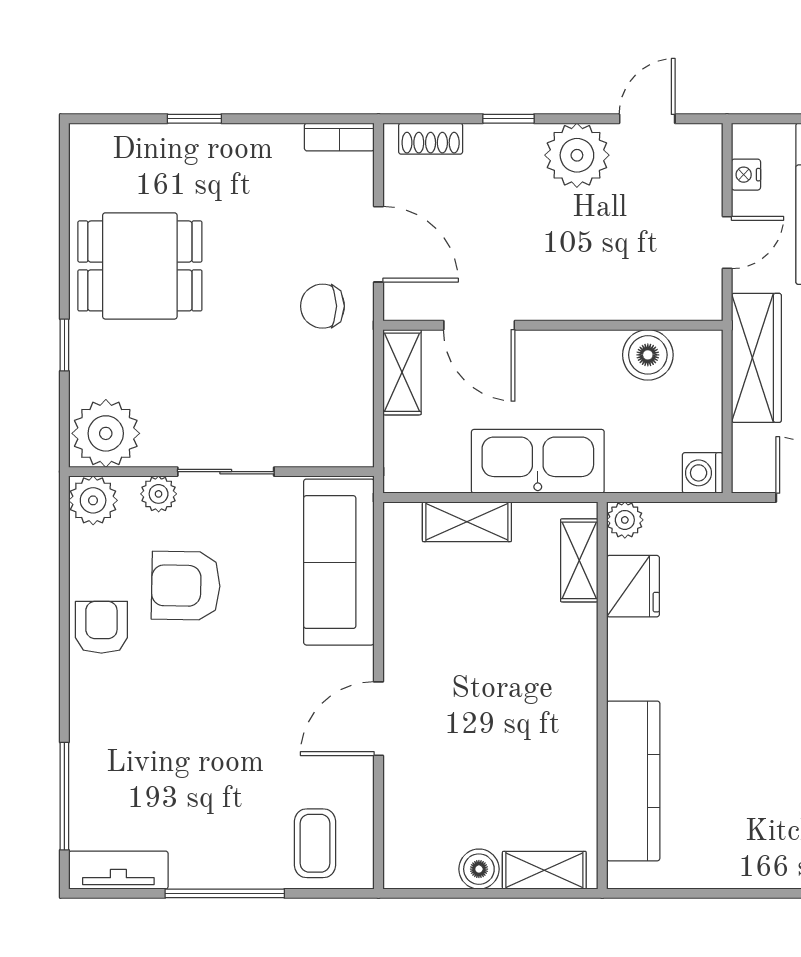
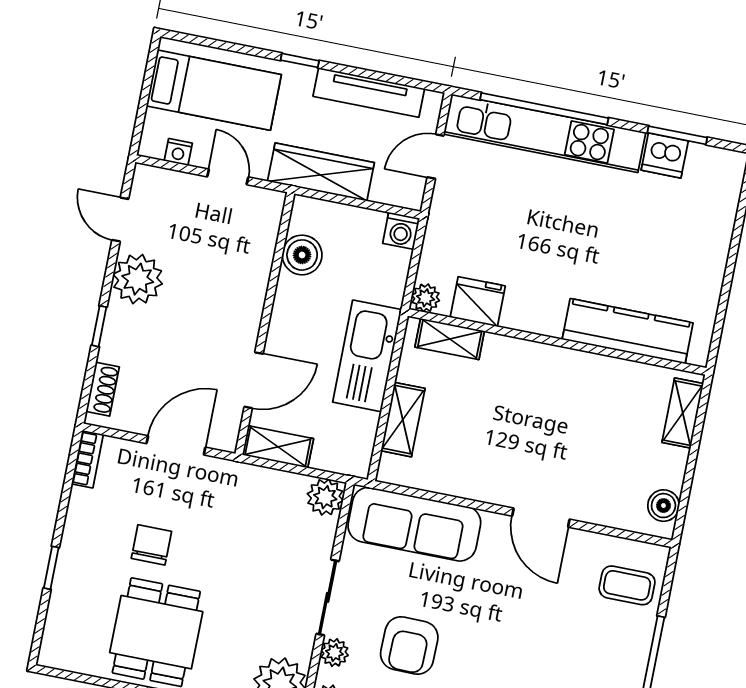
chair: (323, 306) -> (151, 545), moved, turned 180
plant: (351, 444) -> (325, 497), added
boiler: (479, 869) -> (663, 506), moved

